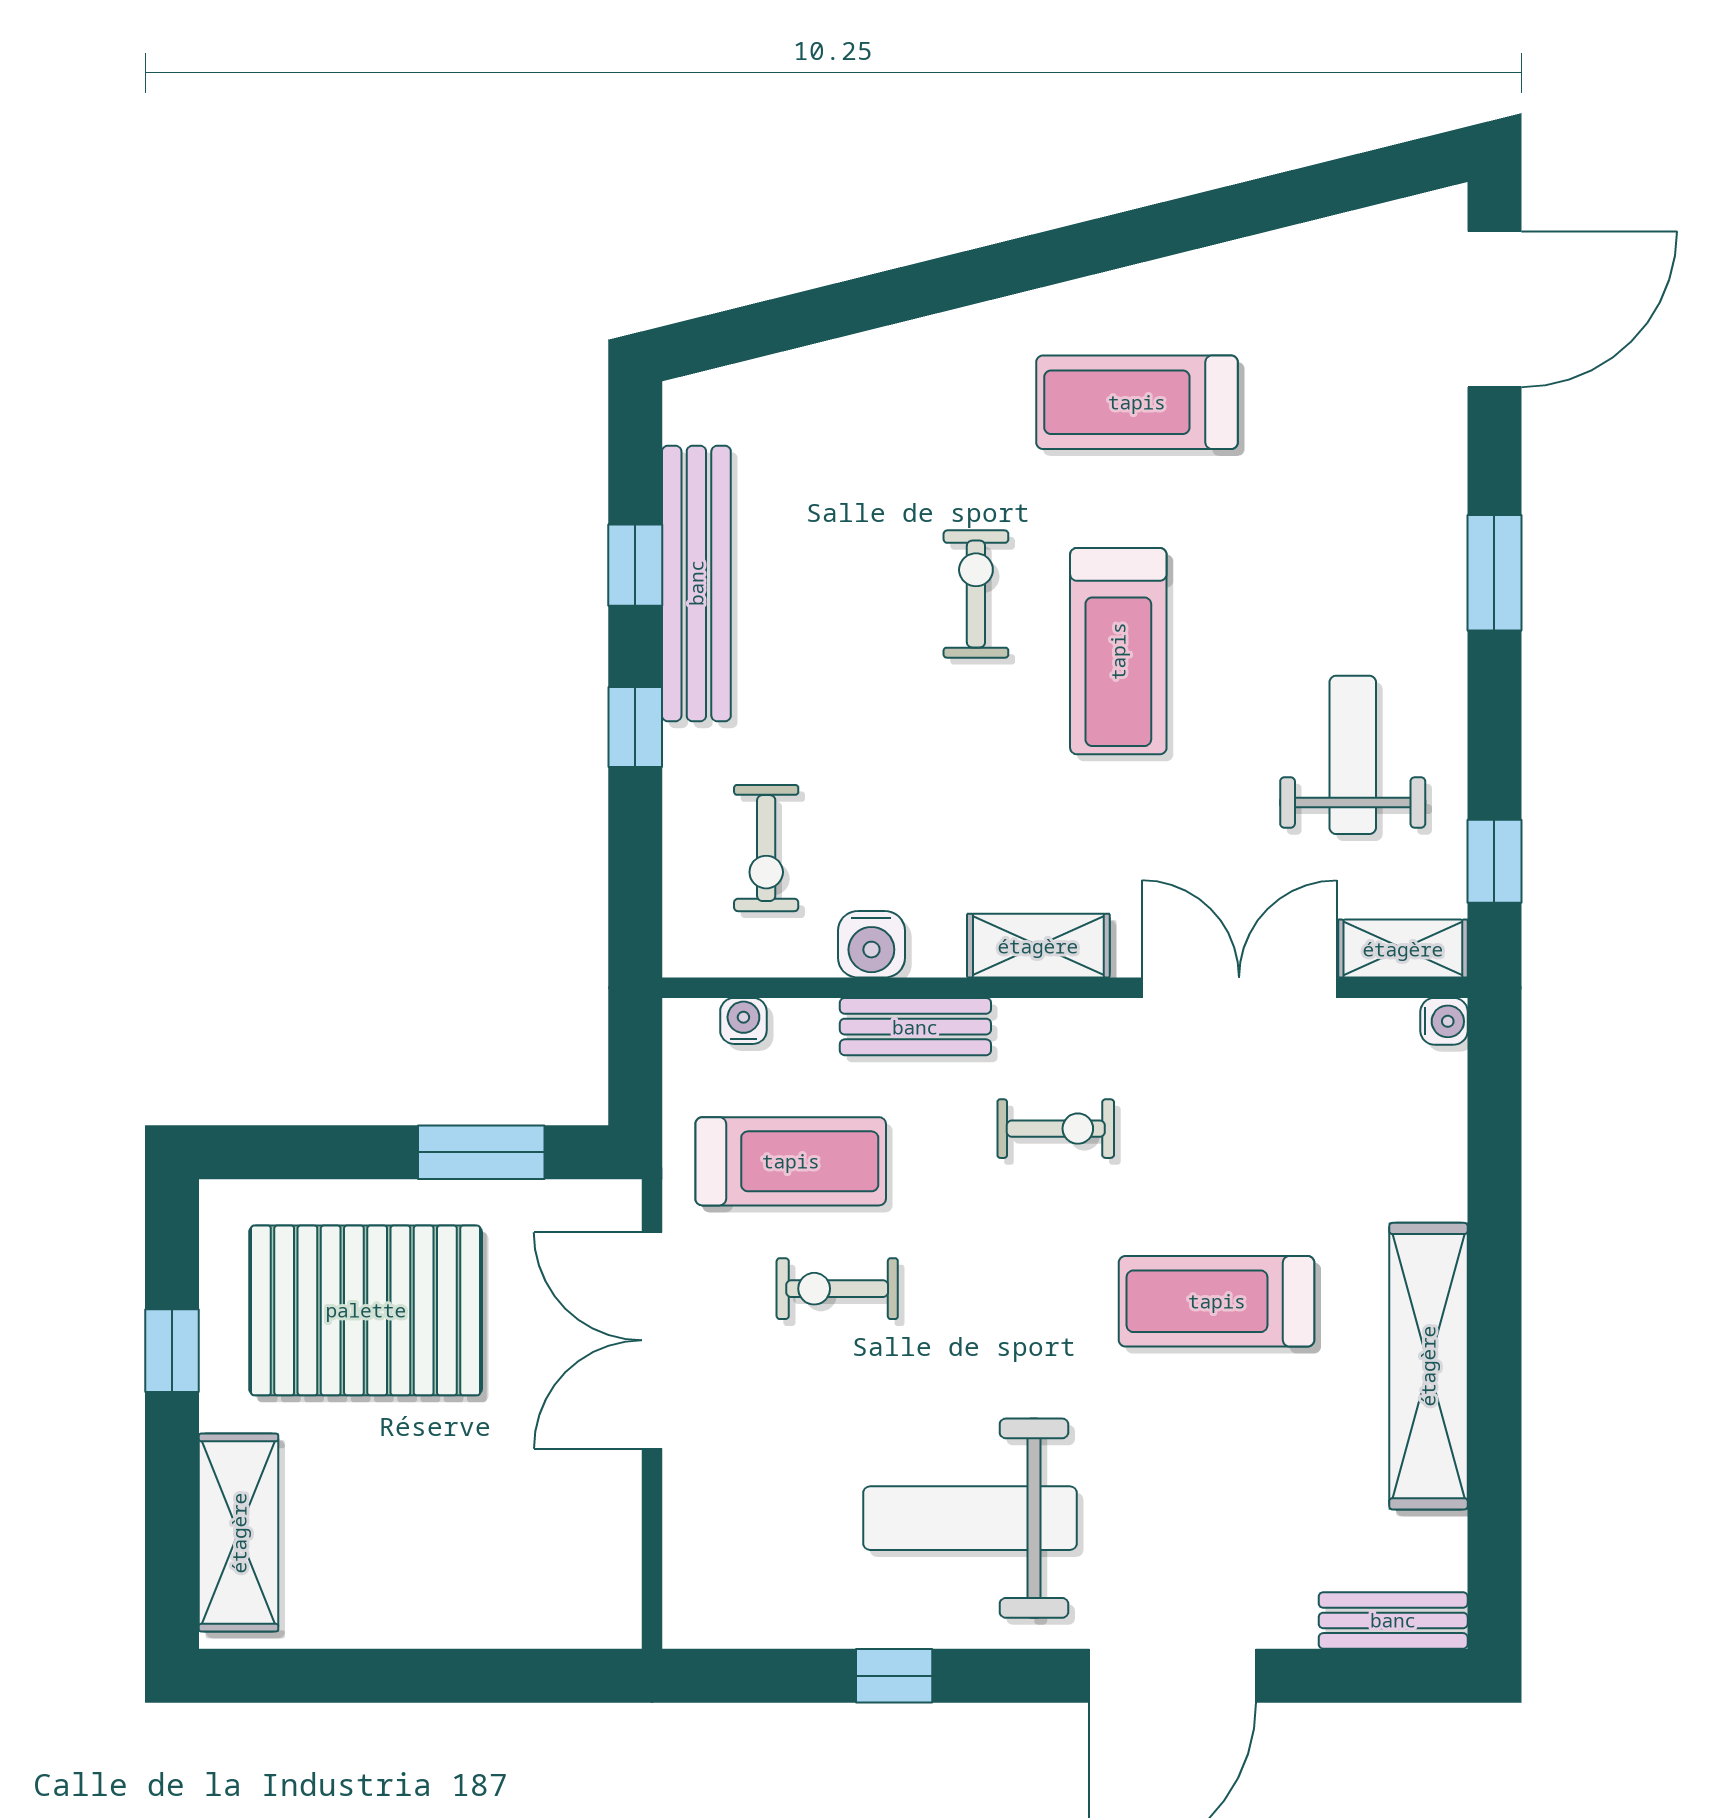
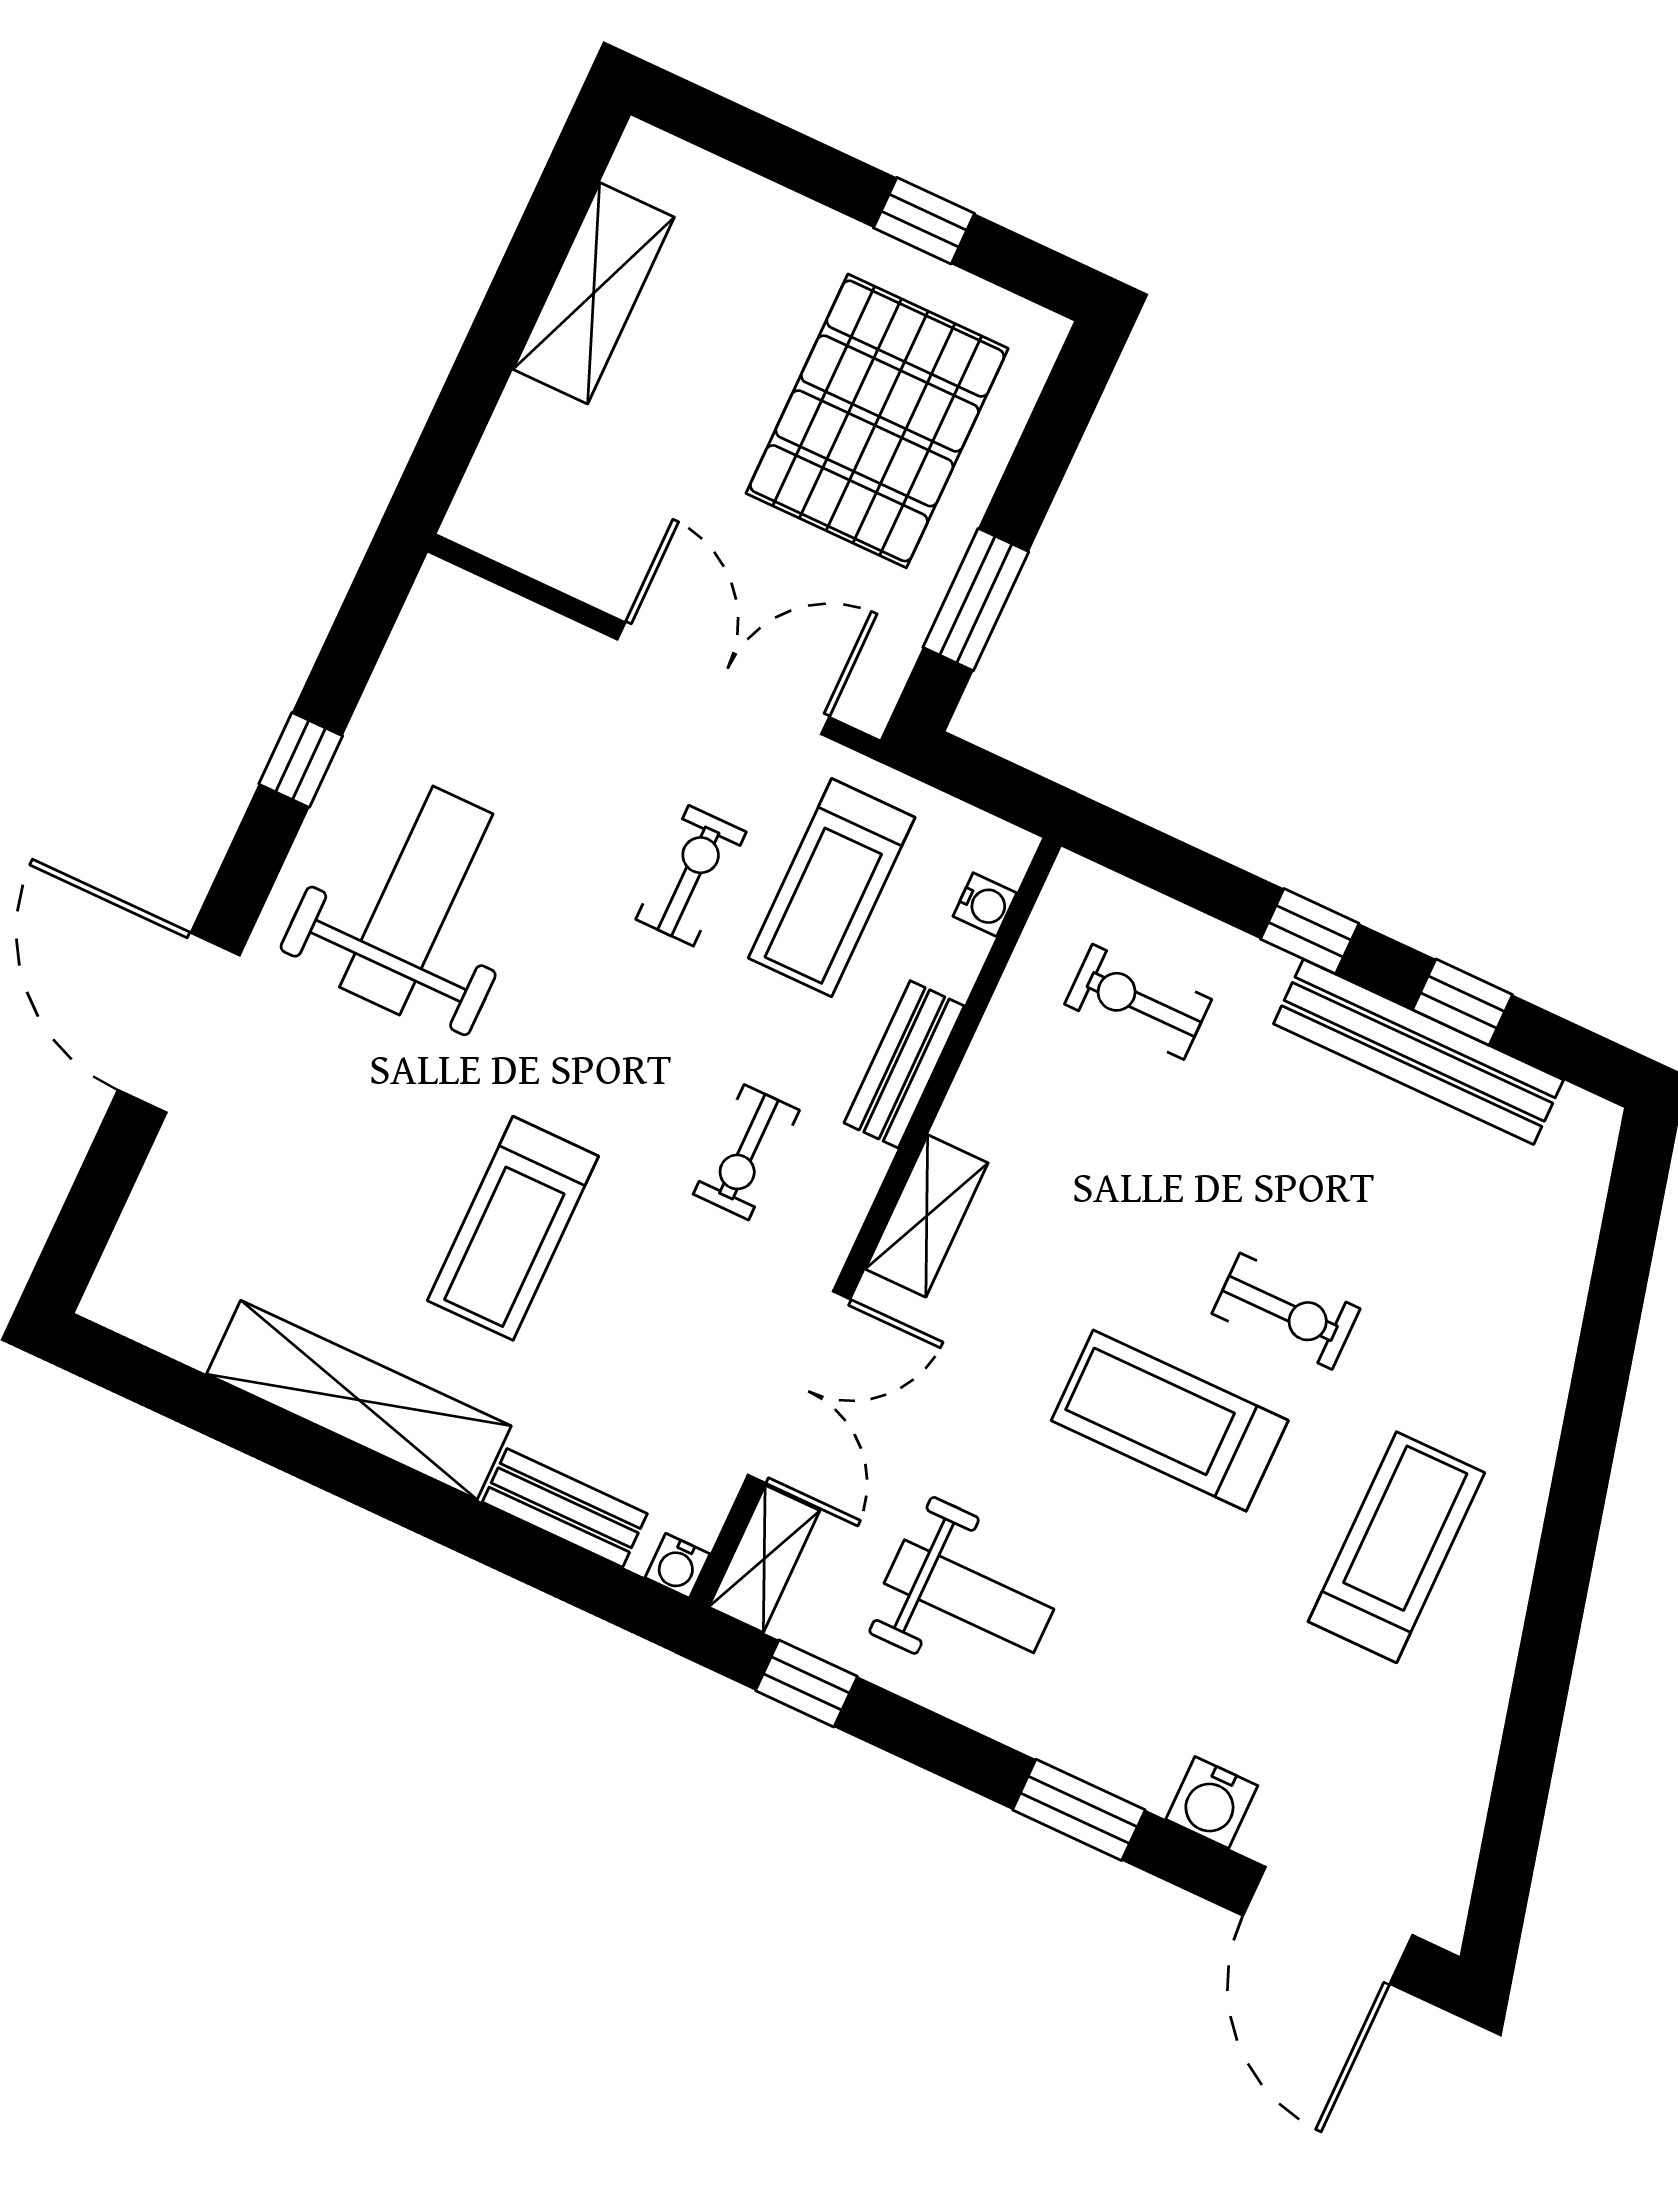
water cooler: (871, 944) -> (1212, 1802), moved, turned -90
treadmill: (1217, 1301) -> (513, 1228), turned 180
shelving: (239, 1533) -> (594, 293), moved, turned 90
bench: (1393, 1620) -> (565, 1508), moved, turned 90

